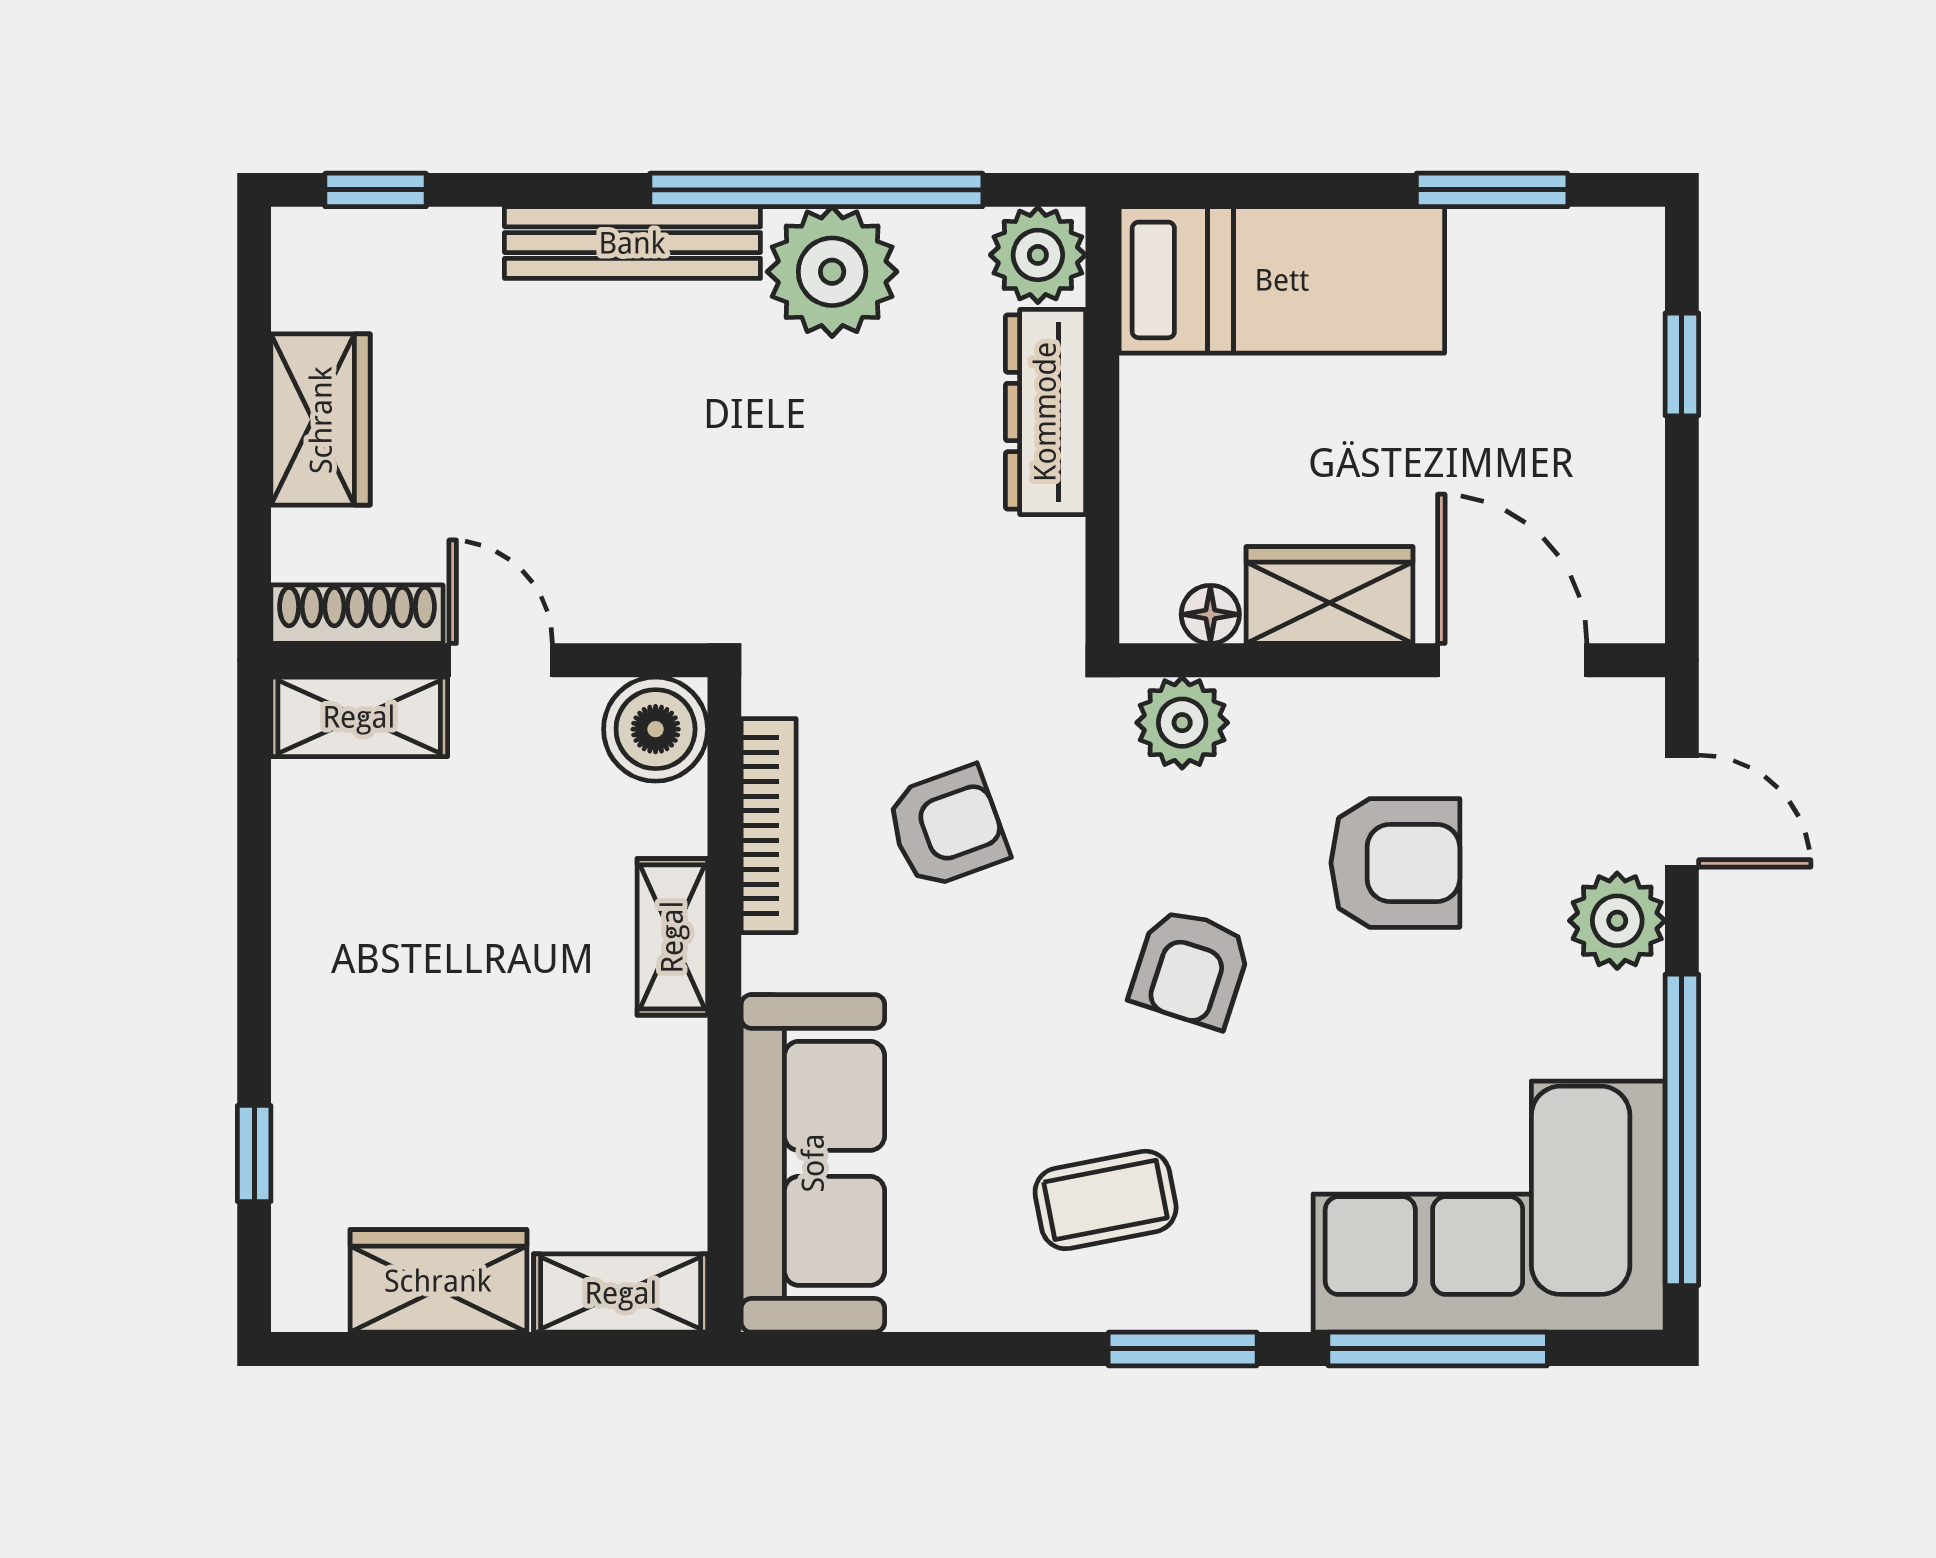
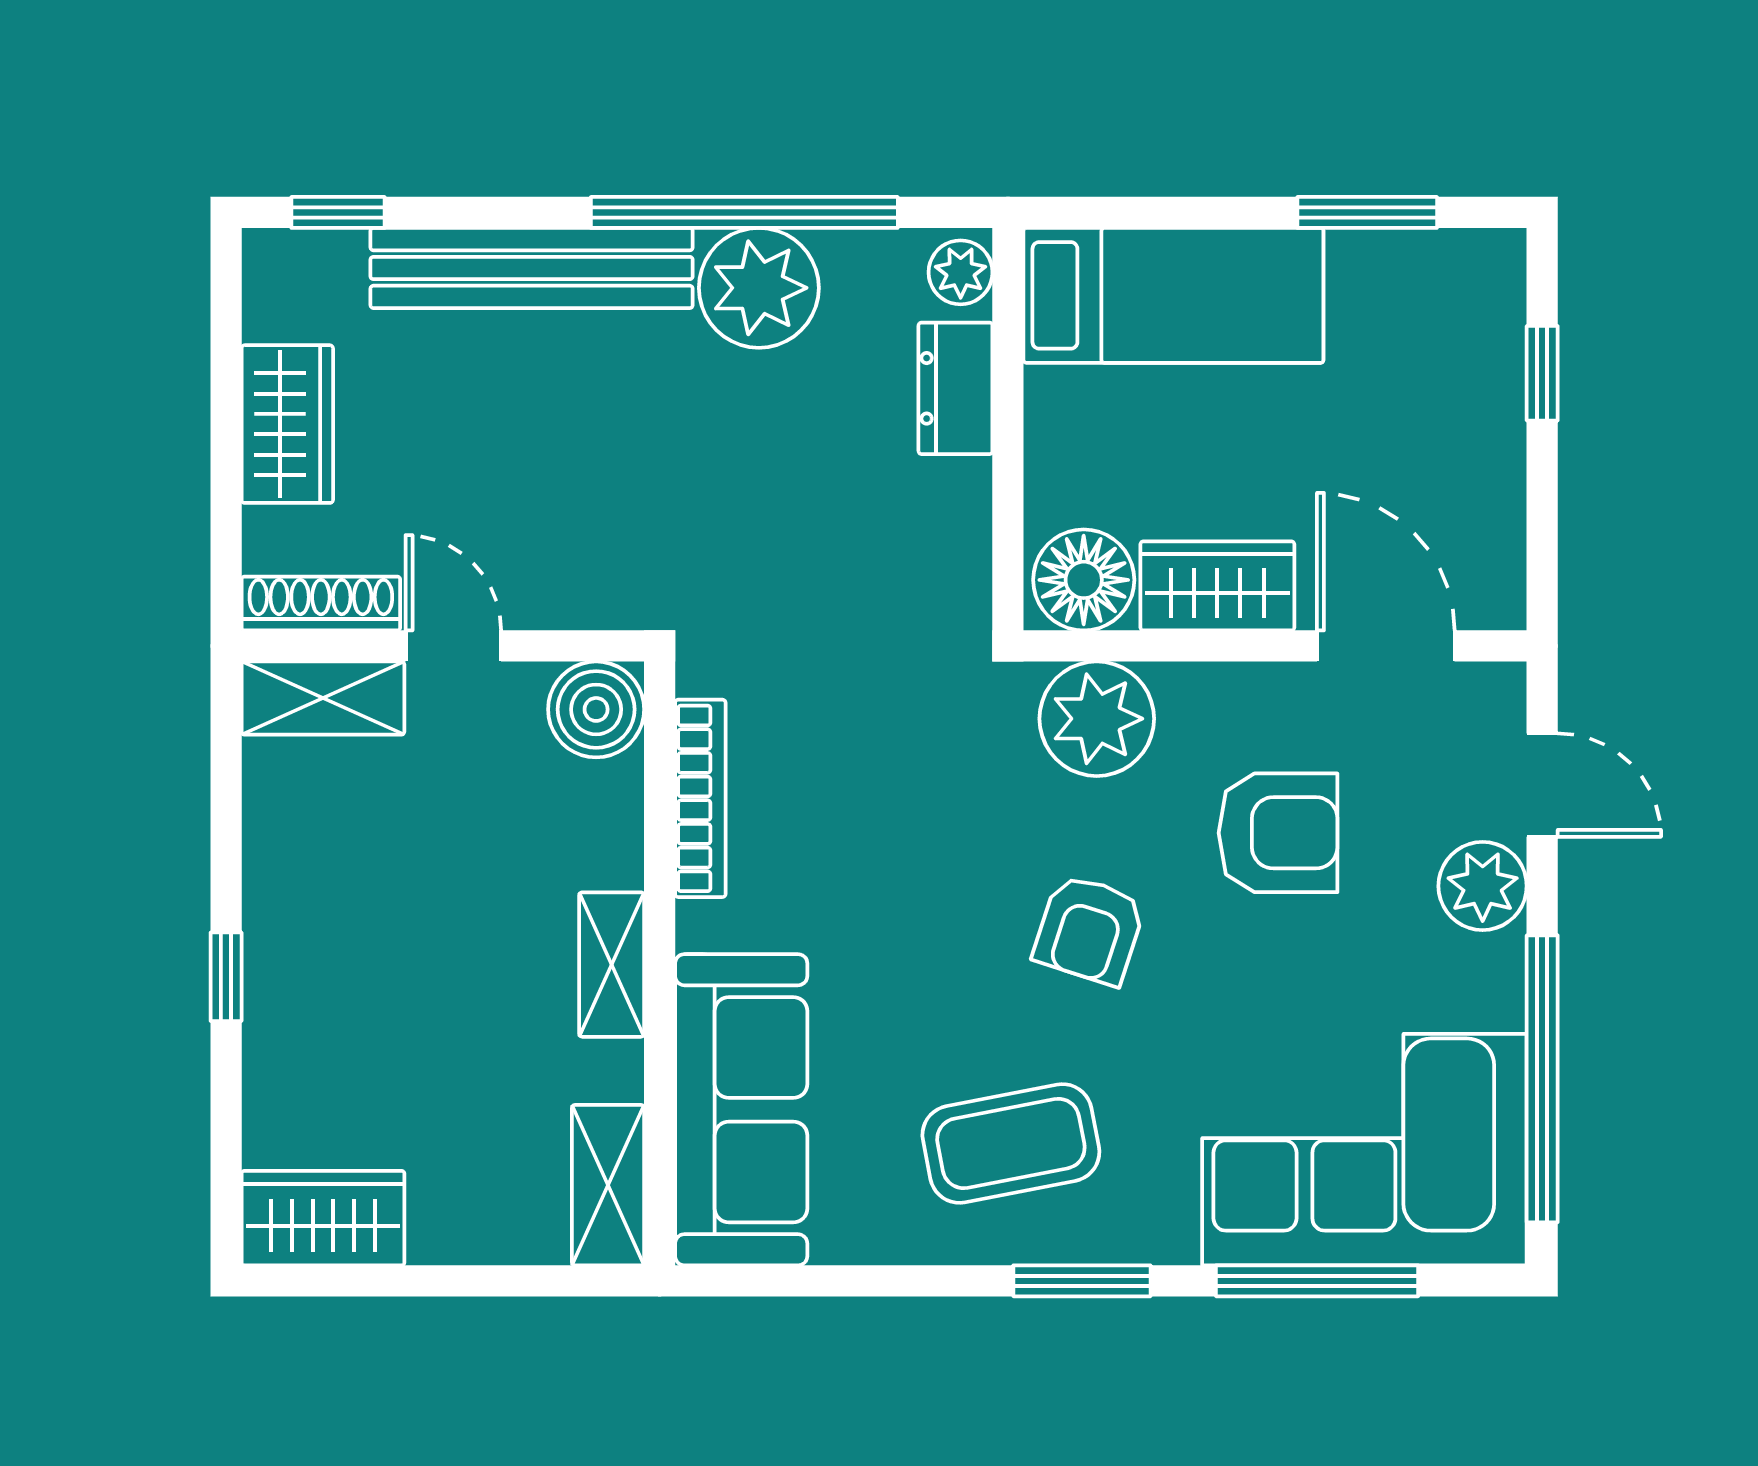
bench: (632, 243) -> (532, 268), width x1.37, depth x1.21
plant: (1038, 255) -> (961, 272), width x0.73, depth x0.73
dresser: (1045, 412) -> (955, 388), width x0.70
floor lamp: (1210, 614) -> (1084, 580), width x1.89, depth x1.89
plant: (1182, 723) -> (1097, 719), width x1.36, depth x1.36
armchair: (947, 827) -> (865, 800), removed
shelving: (672, 937) -> (612, 965), moved
window: (254, 1153) -> (226, 977), moved
coffee table: (1106, 1200) -> (1011, 1143), width x1.36, depth x1.30
wardrobe: (438, 1281) -> (323, 1218), moved
shelving: (621, 1293) -> (608, 1185), moved, turned 90

